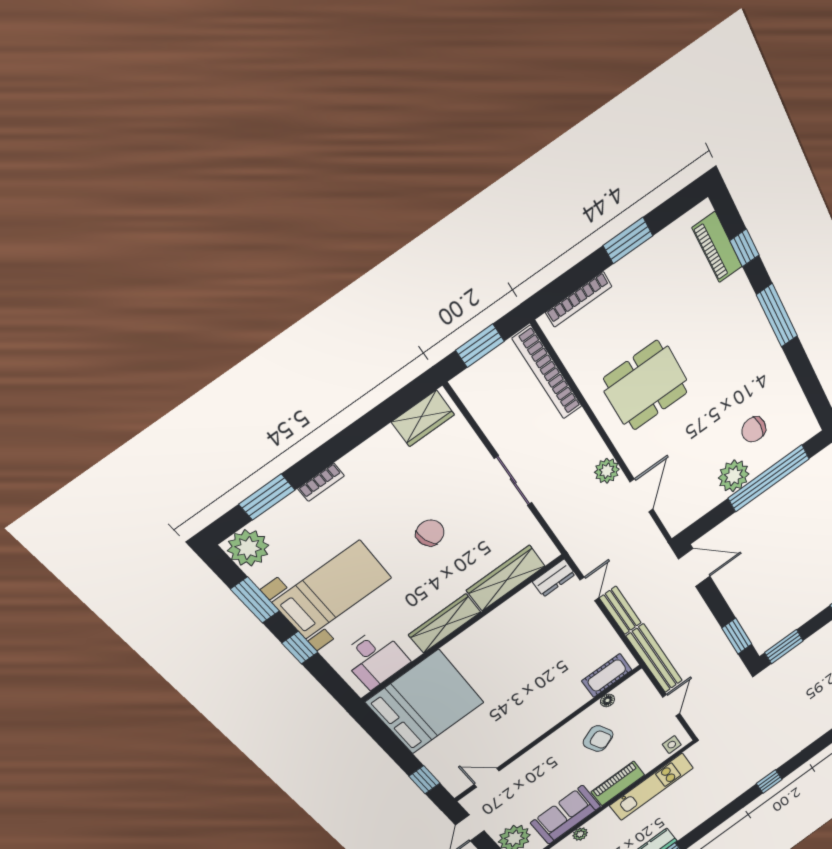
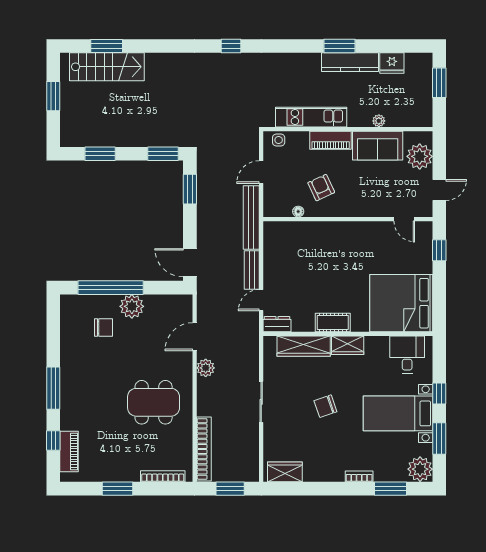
wardrobe: (445, 623) -> (348, 345), width x0.67
cot: (607, 675) -> (333, 323), moved

